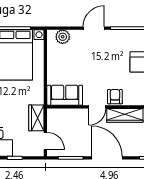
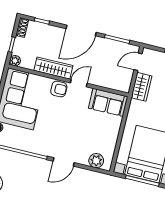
armchair: (115, 97) -> (59, 89), turned -90
door: (45, 141) -> (138, 62), hinge flipped
door: (107, 158) -> (81, 30), hinge flipped

